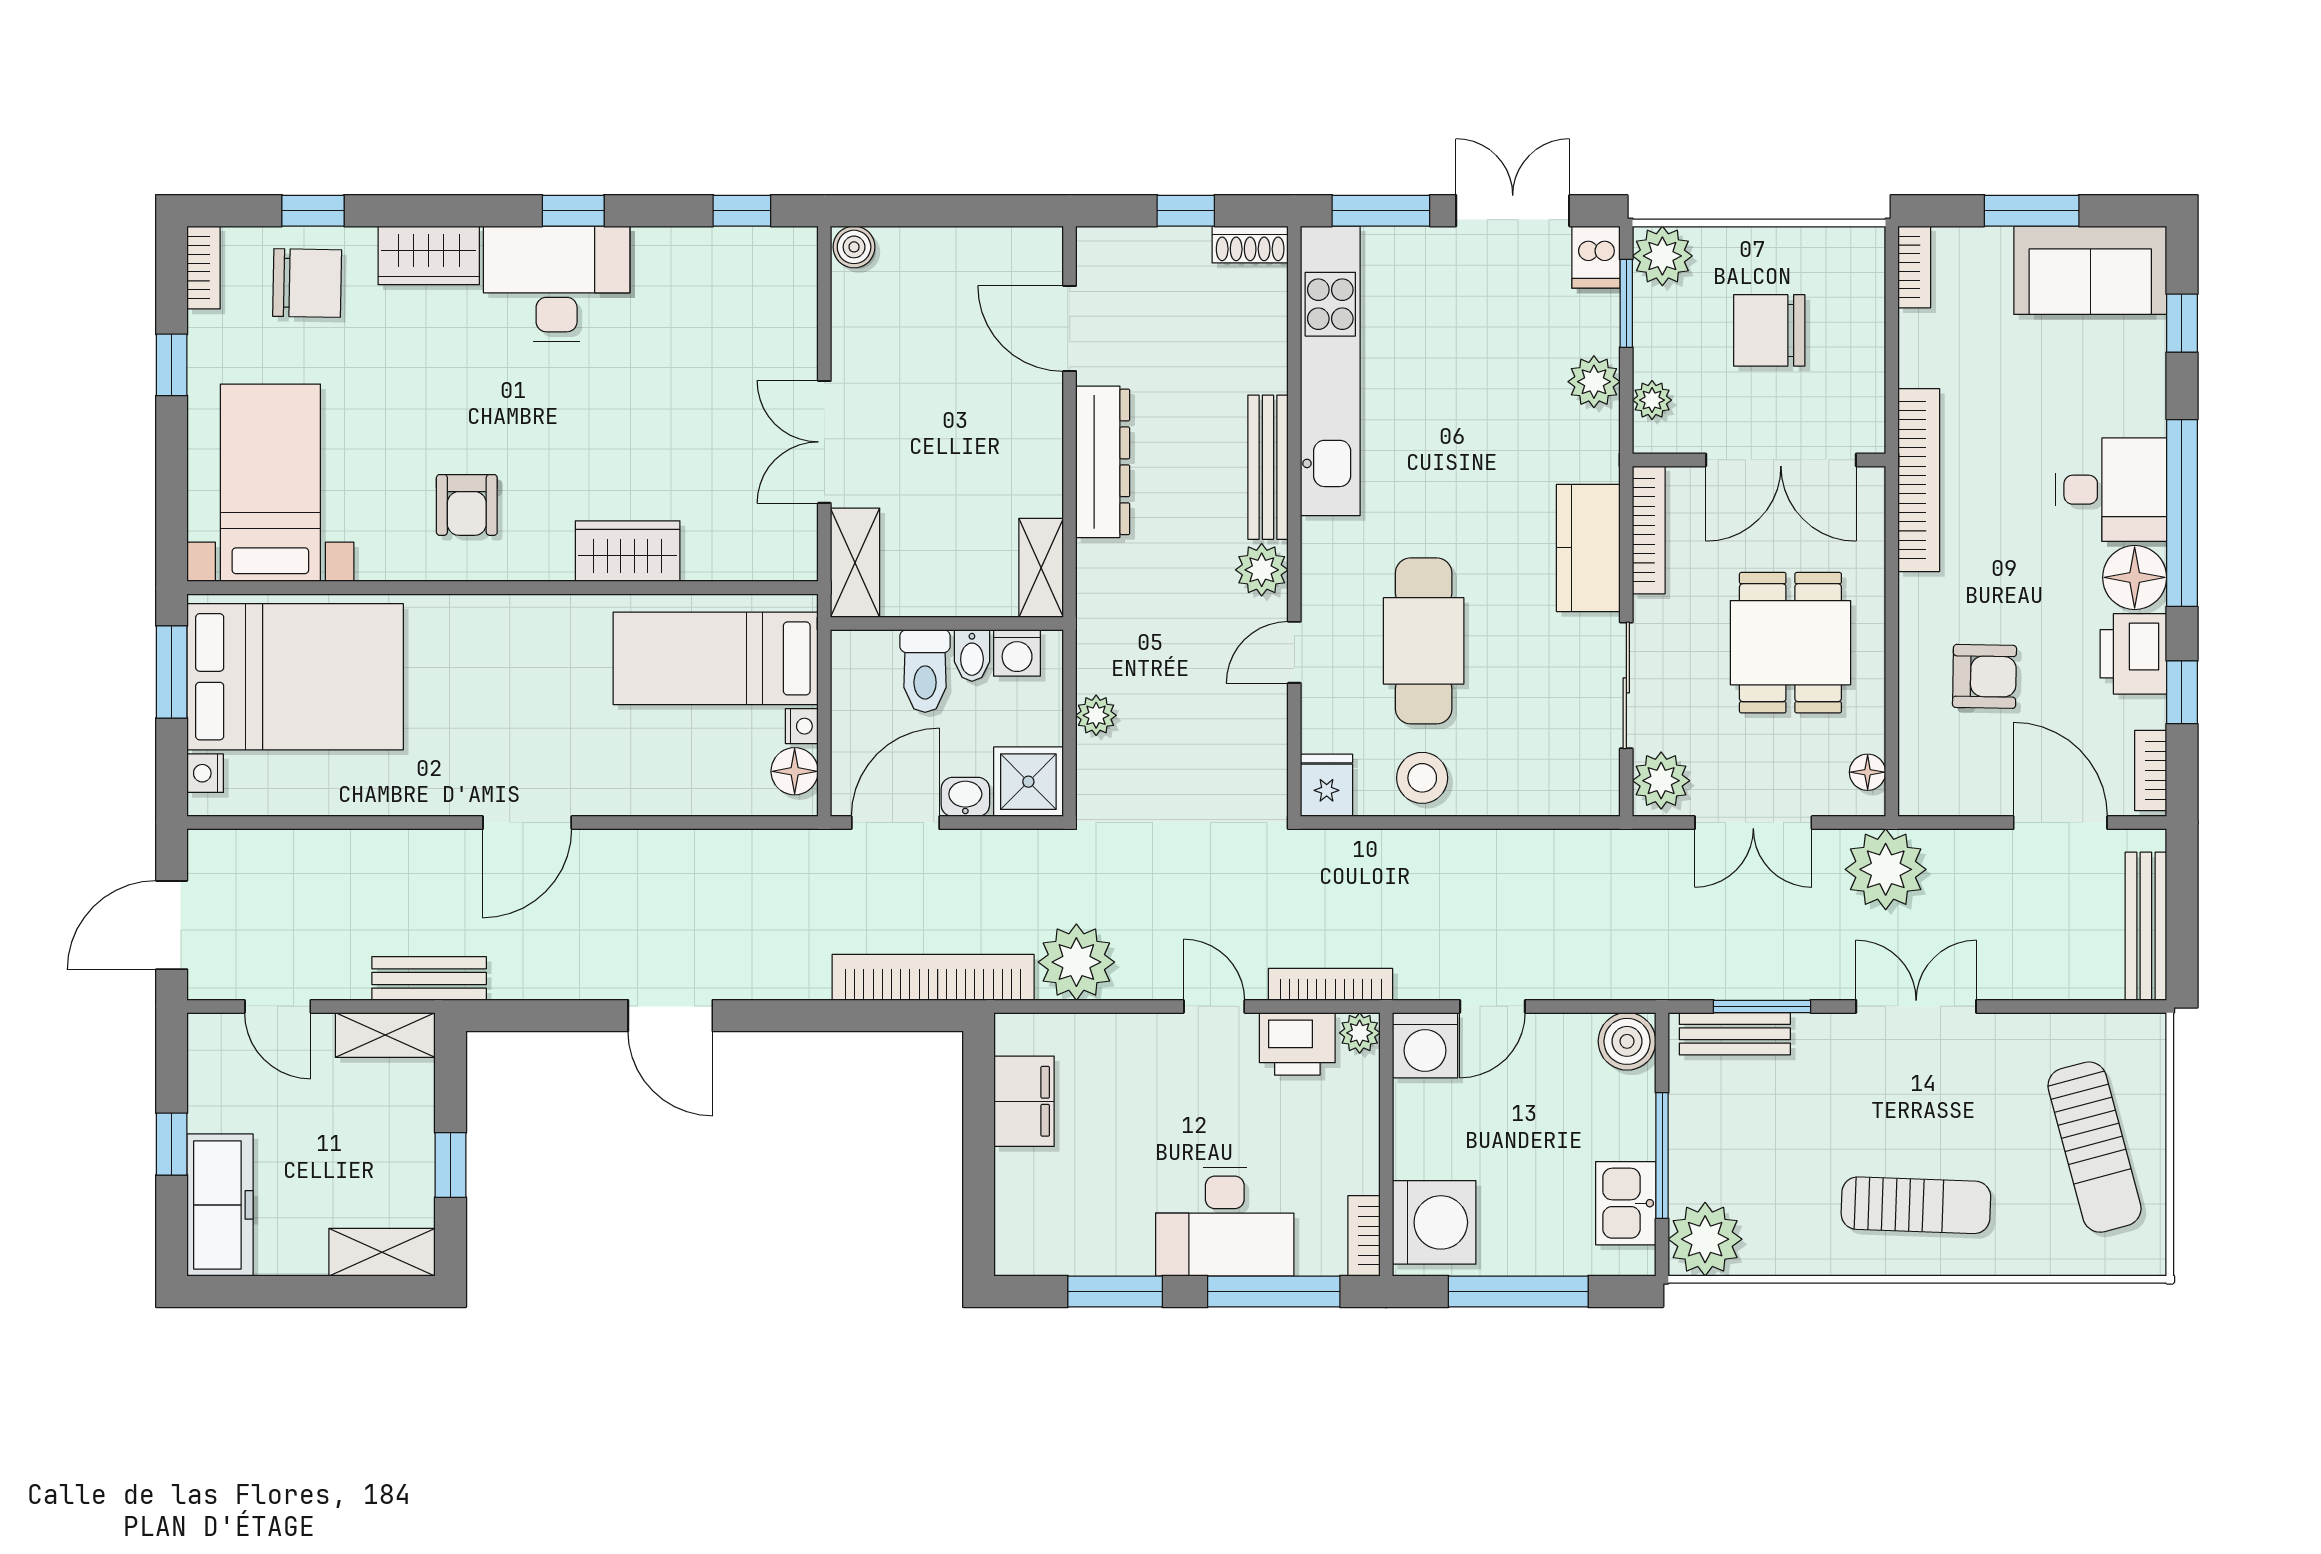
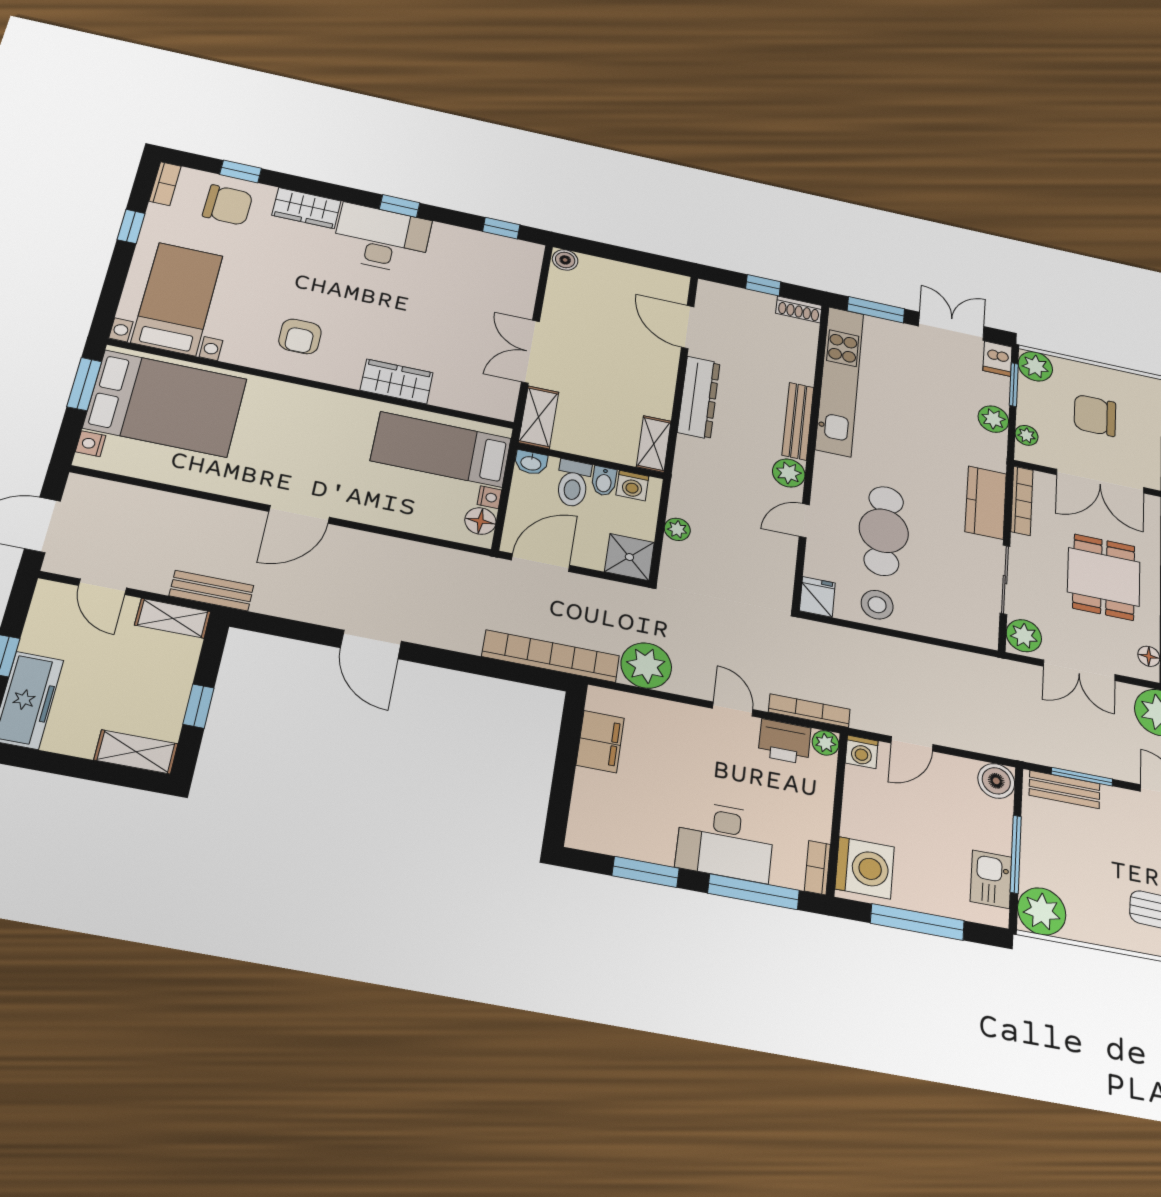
washbasin: (965, 797) -> (531, 463), moved, turned 180
washing machine: (1425, 1045) -> (862, 752), width x0.73, depth x0.73

